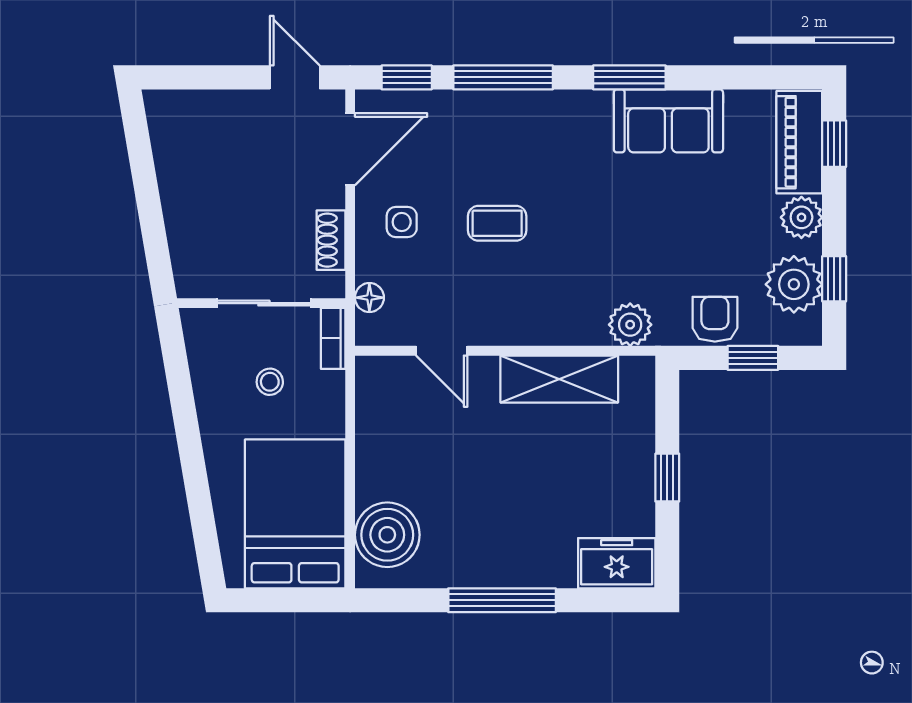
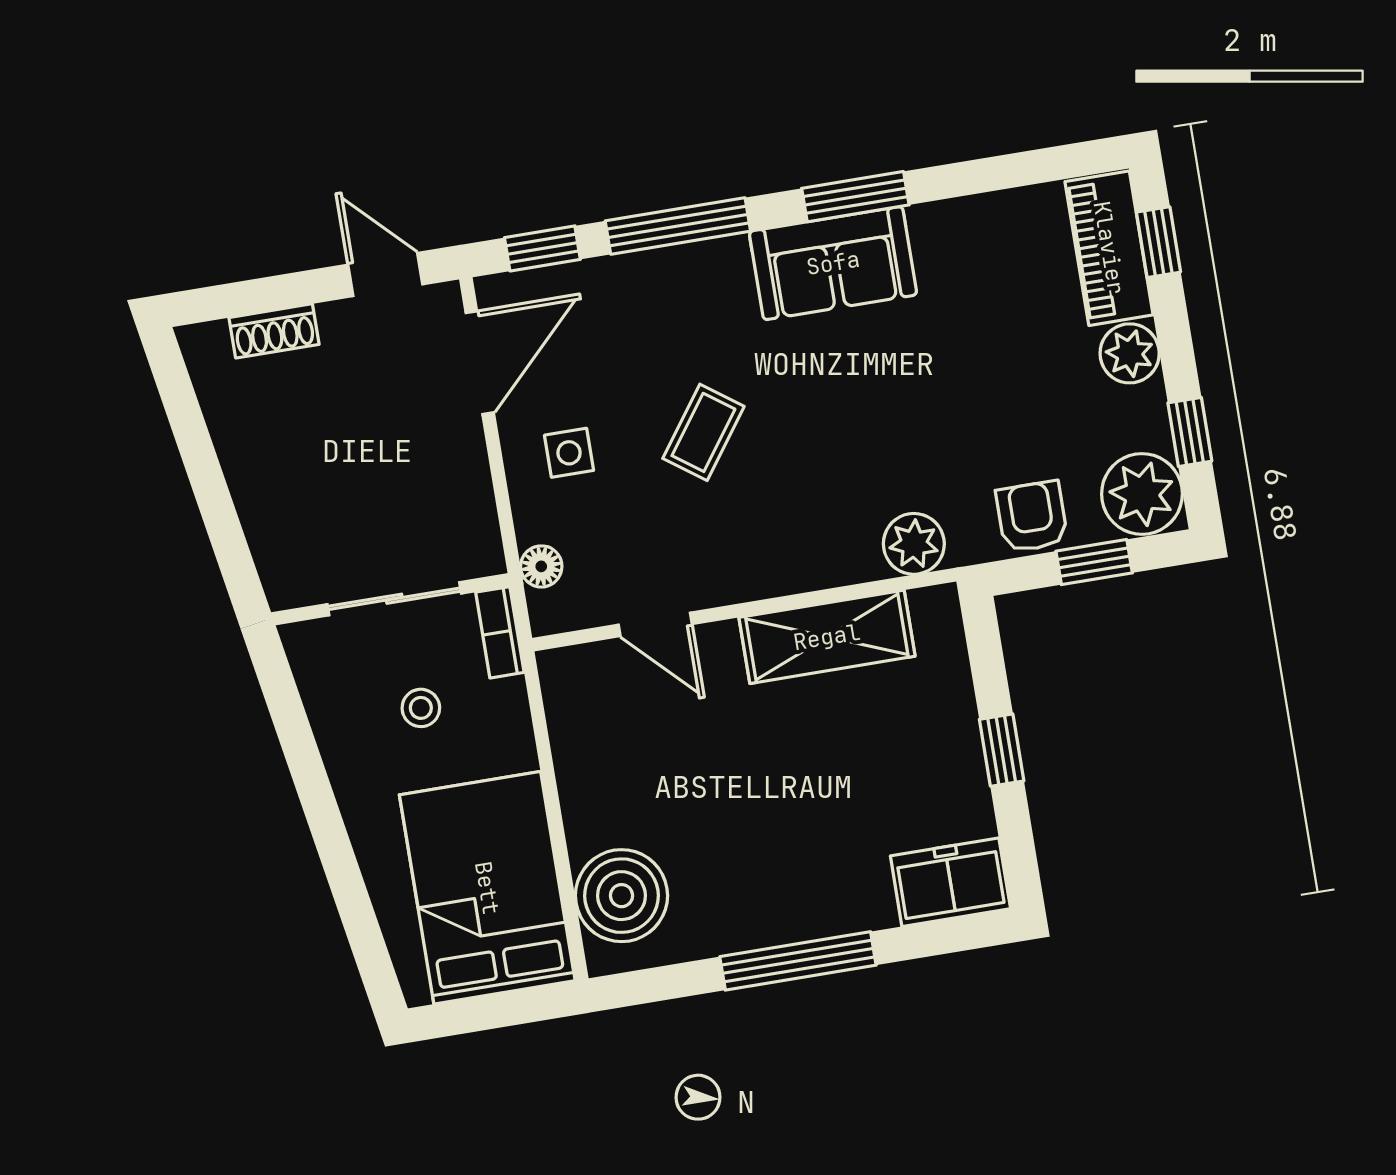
sofa: (668, 121) -> (833, 263), moved
coffee table: (497, 223) -> (703, 432), turned -54
shoe rack: (331, 240) -> (274, 331), moved, turned -90
plant: (794, 284) -> (1142, 494), moved

